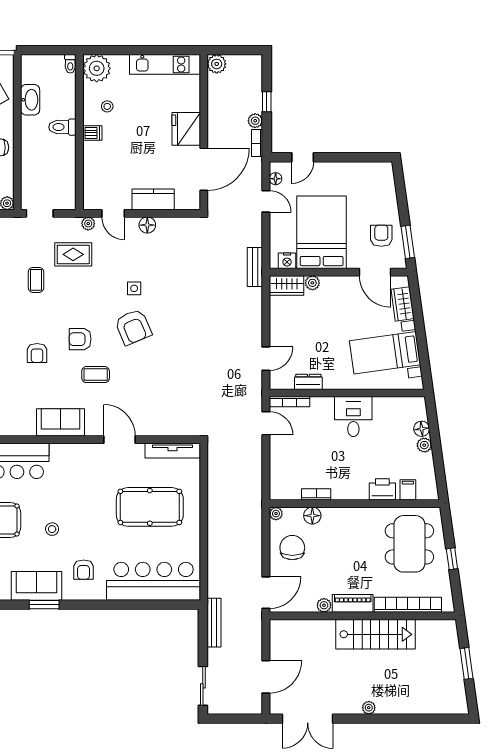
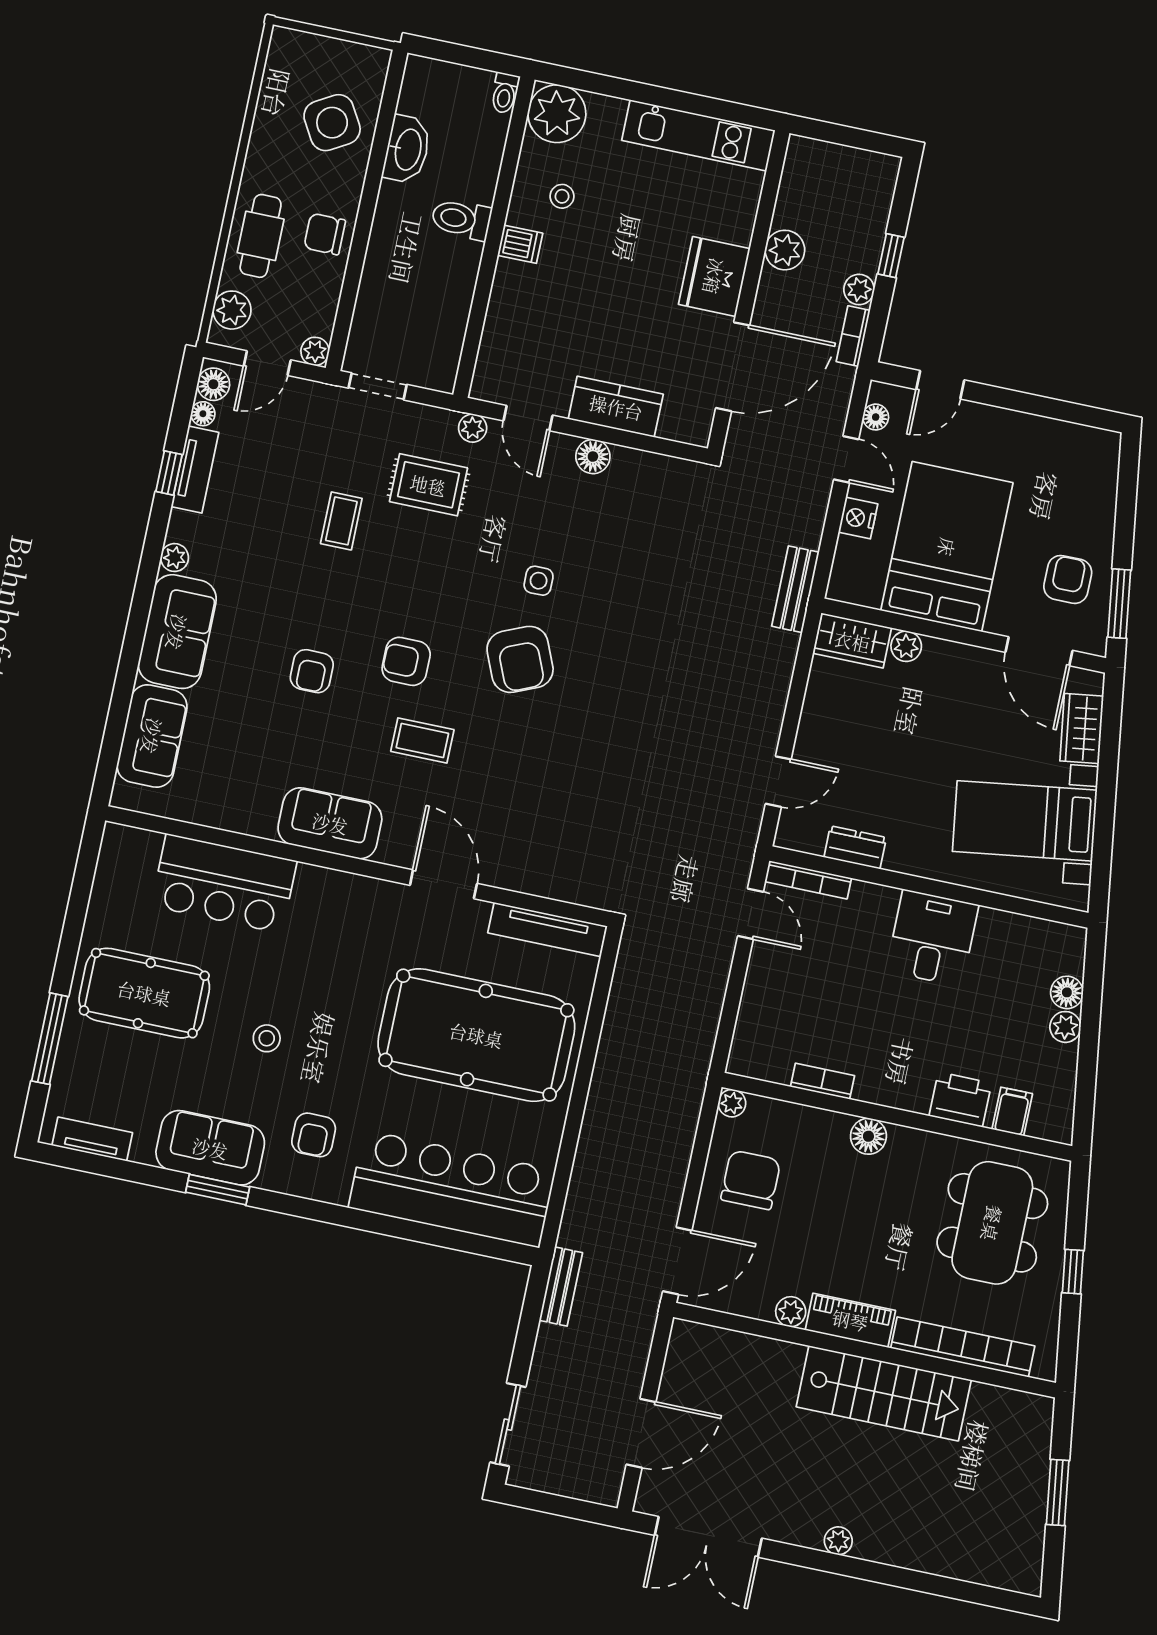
plant: (217, 64) -> (785, 250), moved
nightstand: (287, 261) -> (858, 518), moved, turned 90
pool table: (150, 507) -> (476, 1035), width x1.36, depth x1.32
floor lamp: (312, 516) -> (868, 1136), moved
bench: (214, 623) -> (561, 1286), width x0.73

